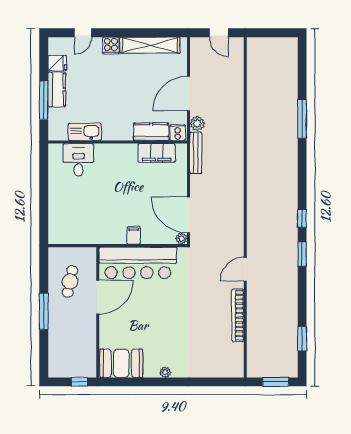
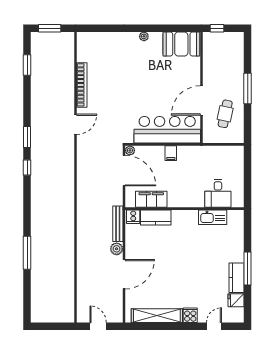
kitchen sink: (85, 132) -> (213, 217), moved
kitchen counter: (151, 132) -> (156, 217), moved
cooker: (178, 133) -> (133, 217), moved
wall: (118, 142) -> (185, 209), moved
filing cabinet: (157, 153) -> (151, 199), moved
desk: (78, 160) -> (218, 193), moved

